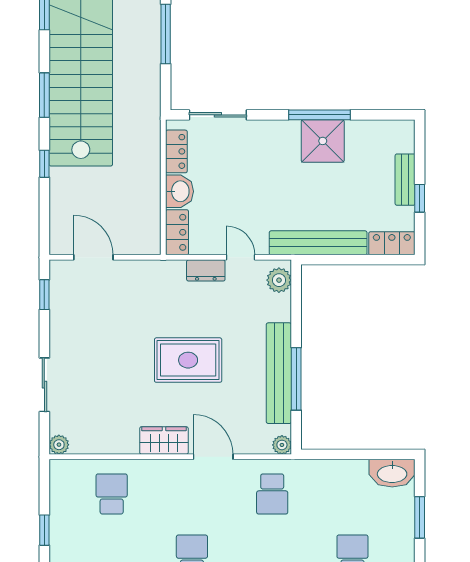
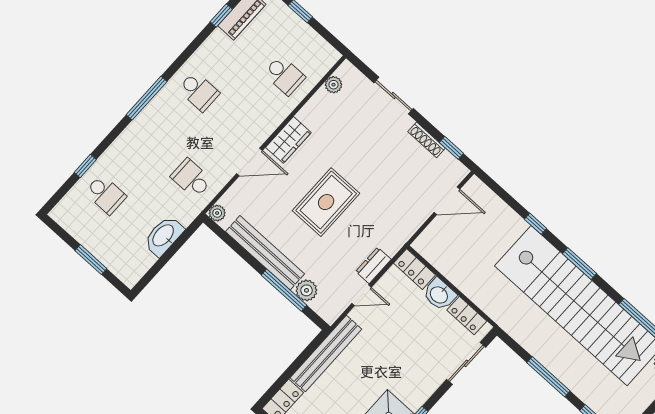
plant: (279, 280) -> (306, 290), moved
shoe rack: (57, 322) -> (427, 140), added
window: (296, 379) -> (284, 290), moved
plant: (59, 445) -> (333, 85), moved
washbasin: (392, 473) -> (164, 236), moved

